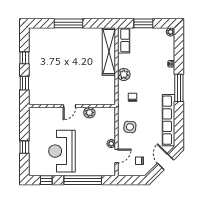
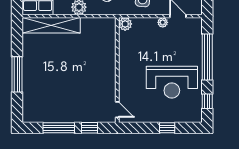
window: (24, 58) -> (59, 128), width x2.17
door: (69, 106) -> (117, 110), moved
plant: (89, 113) -> (125, 24), moved

